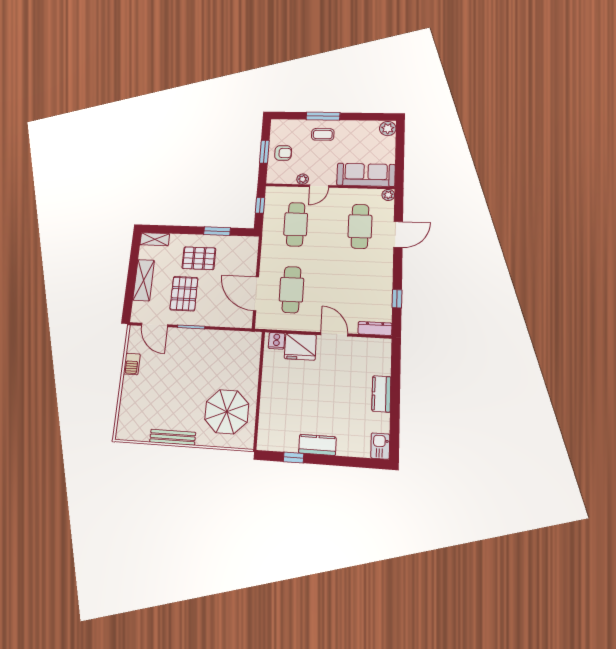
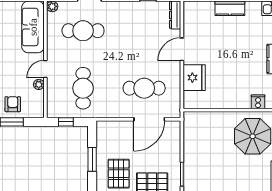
door: (319, 186) -> (45, 69), swing flipped
cafe table: (296, 224) -> (83, 88), turned 90
cooker: (277, 341) -> (258, 102), moved, turned -90

